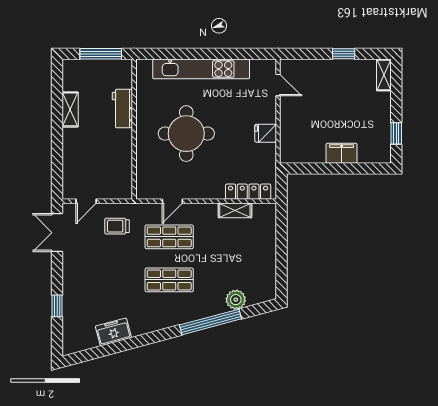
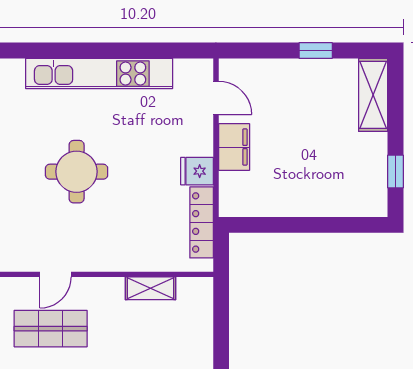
shelving: (384, 75) -> (373, 95), width x1.50, depth x1.33
round table: (186, 134) -> (77, 172), width x0.73, depth x0.73
filing cabinet: (342, 153) -> (234, 147), moved, turned 90
locker: (248, 192) -> (202, 222), moved, turned -90

